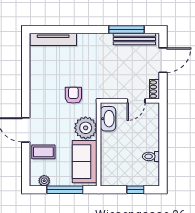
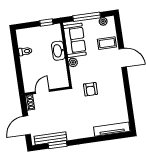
window: (127, 29) -> (57, 145), width x0.69
washbasin: (108, 119) -> (58, 51), moved
plant: (86, 128) -> (73, 62), width x0.53, depth x0.53
window: (135, 190) -> (46, 23), moved

